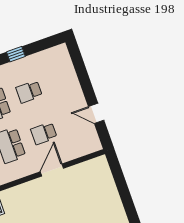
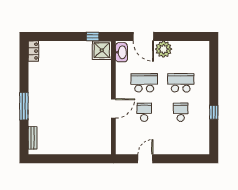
door: (52, 170) -> (113, 108), hinge flipped

